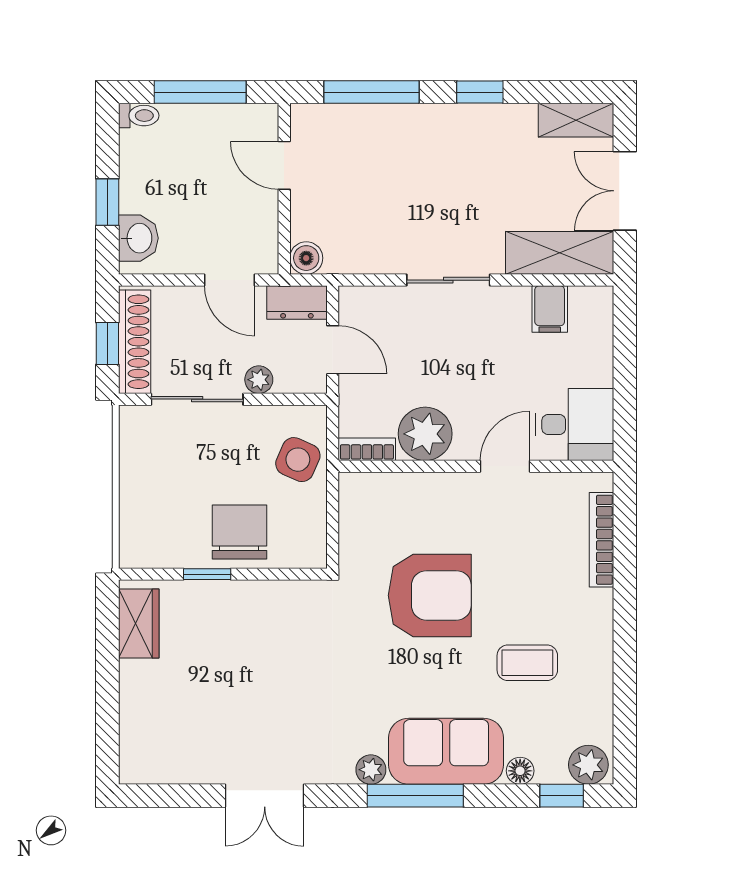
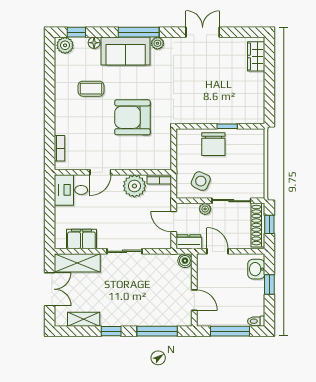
shelving: (576, 120) -> (84, 319), moved
filing cabinet: (550, 309) -> (81, 239), width x2.00
side table: (298, 460) -> (201, 181), moved
bookcase: (602, 540) -> (59, 148), width x0.64
wardrobe: (139, 623) -> (256, 56), moved

